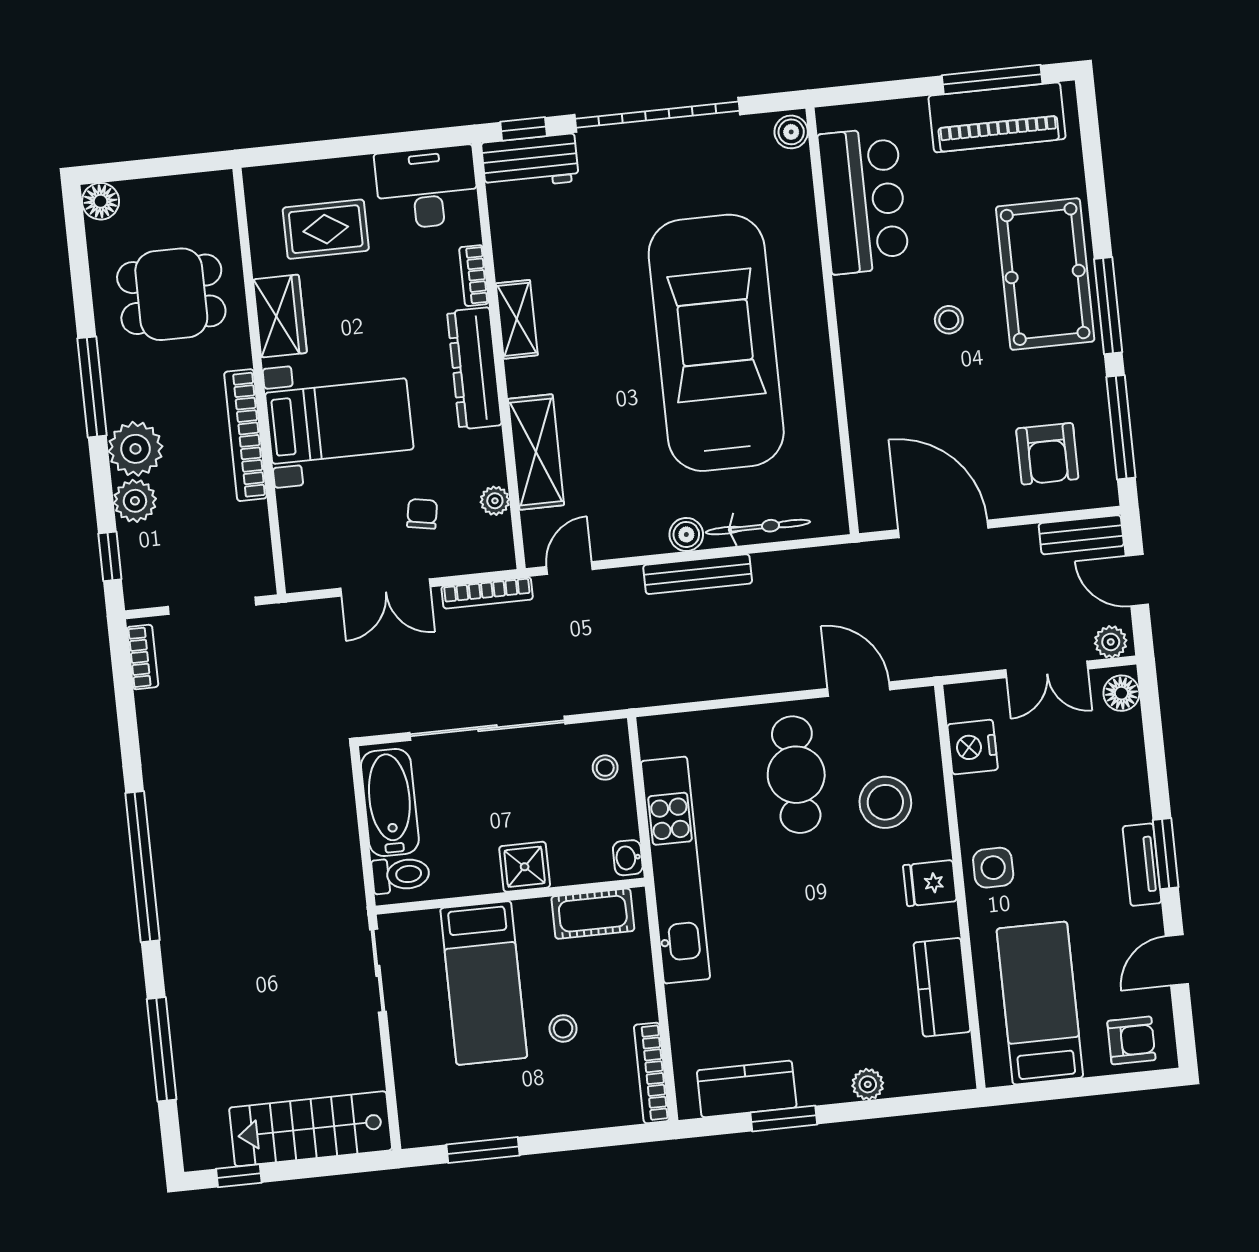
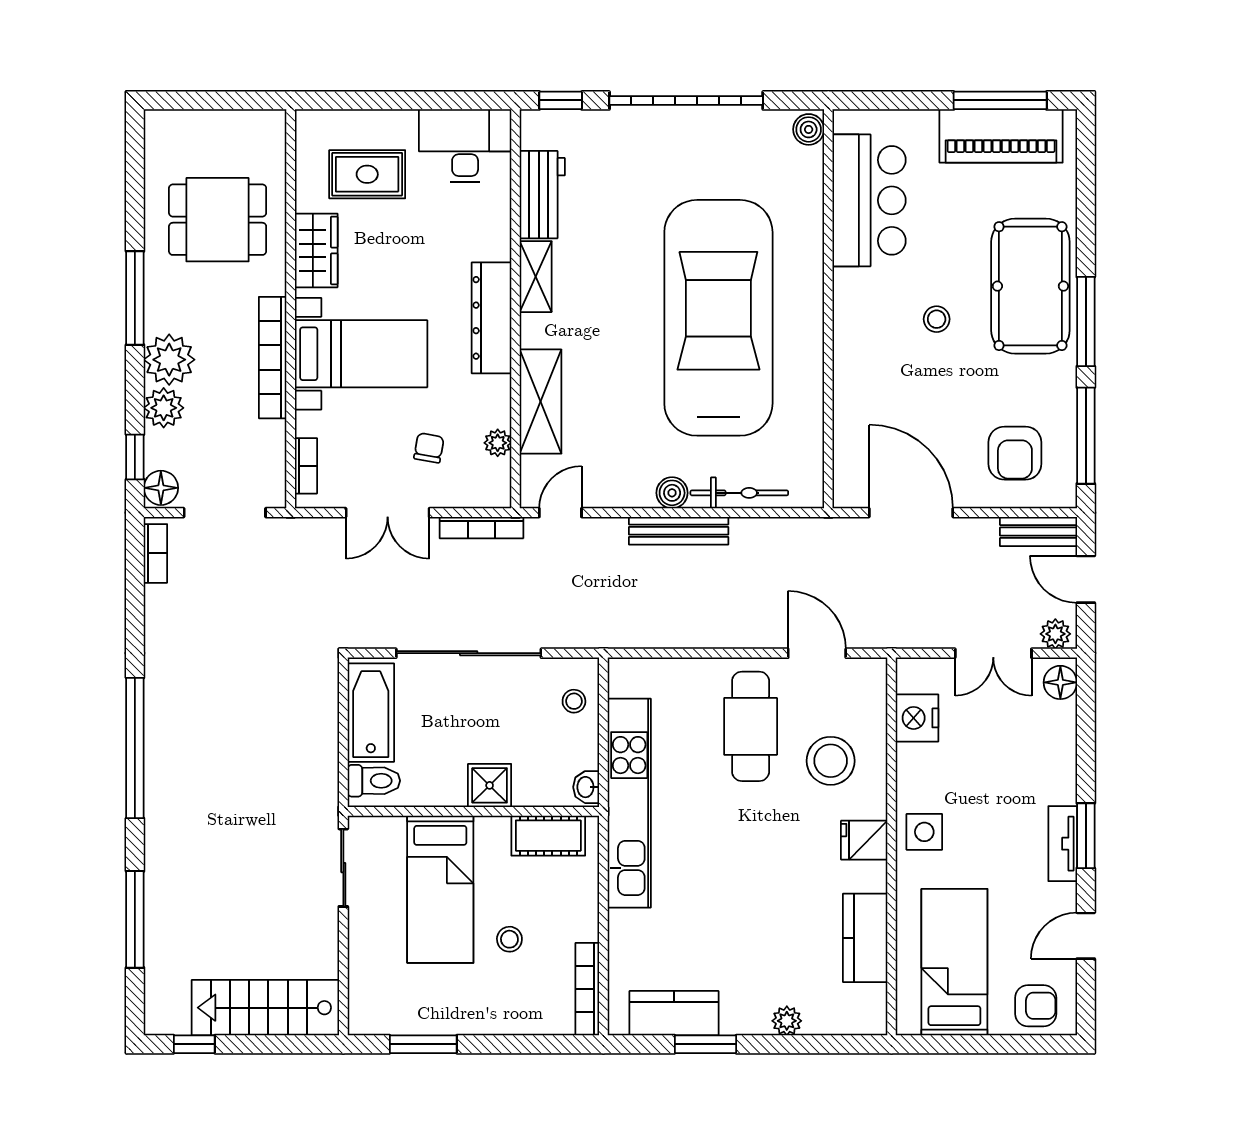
workbench: (530, 162) -> (542, 195), moved, turned -90
floor lamp: (101, 201) -> (161, 488), moved
bookcase: (474, 276) -> (306, 466), moved, turned 180

